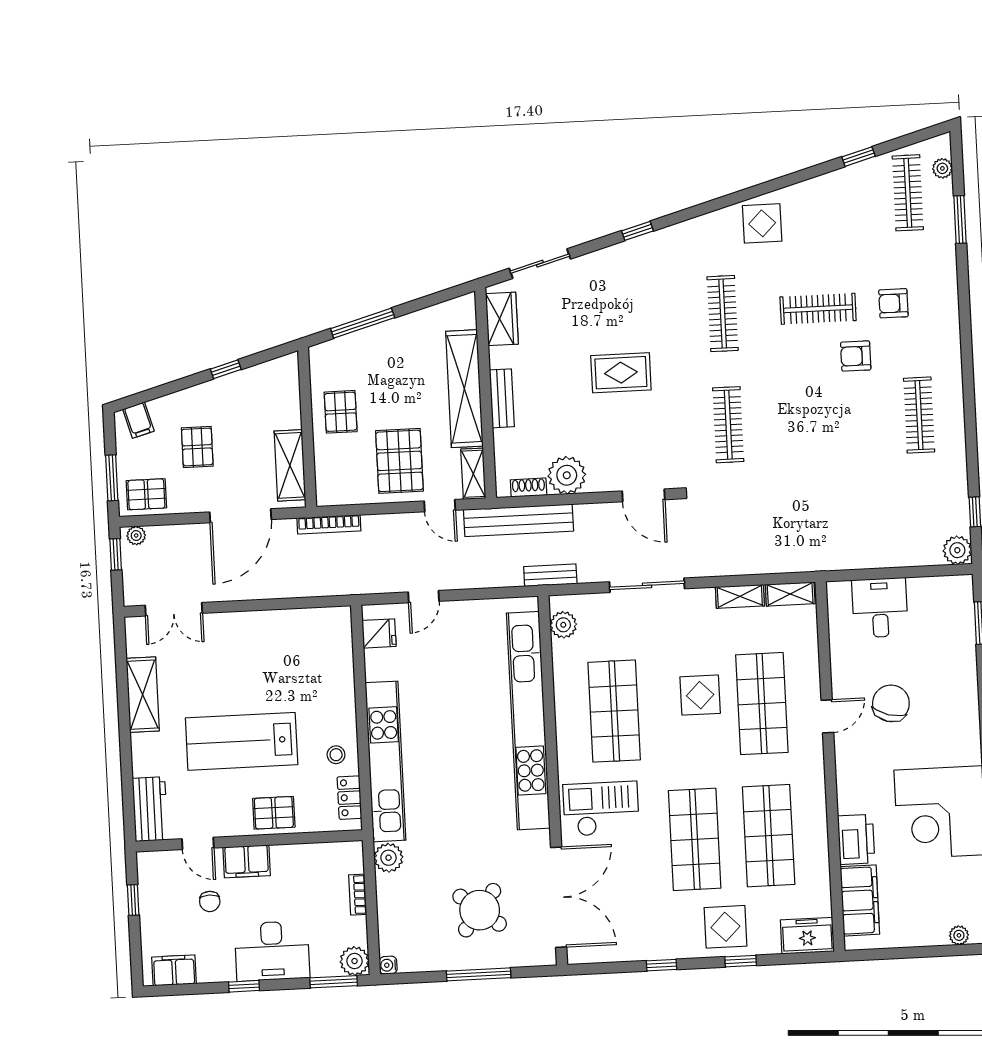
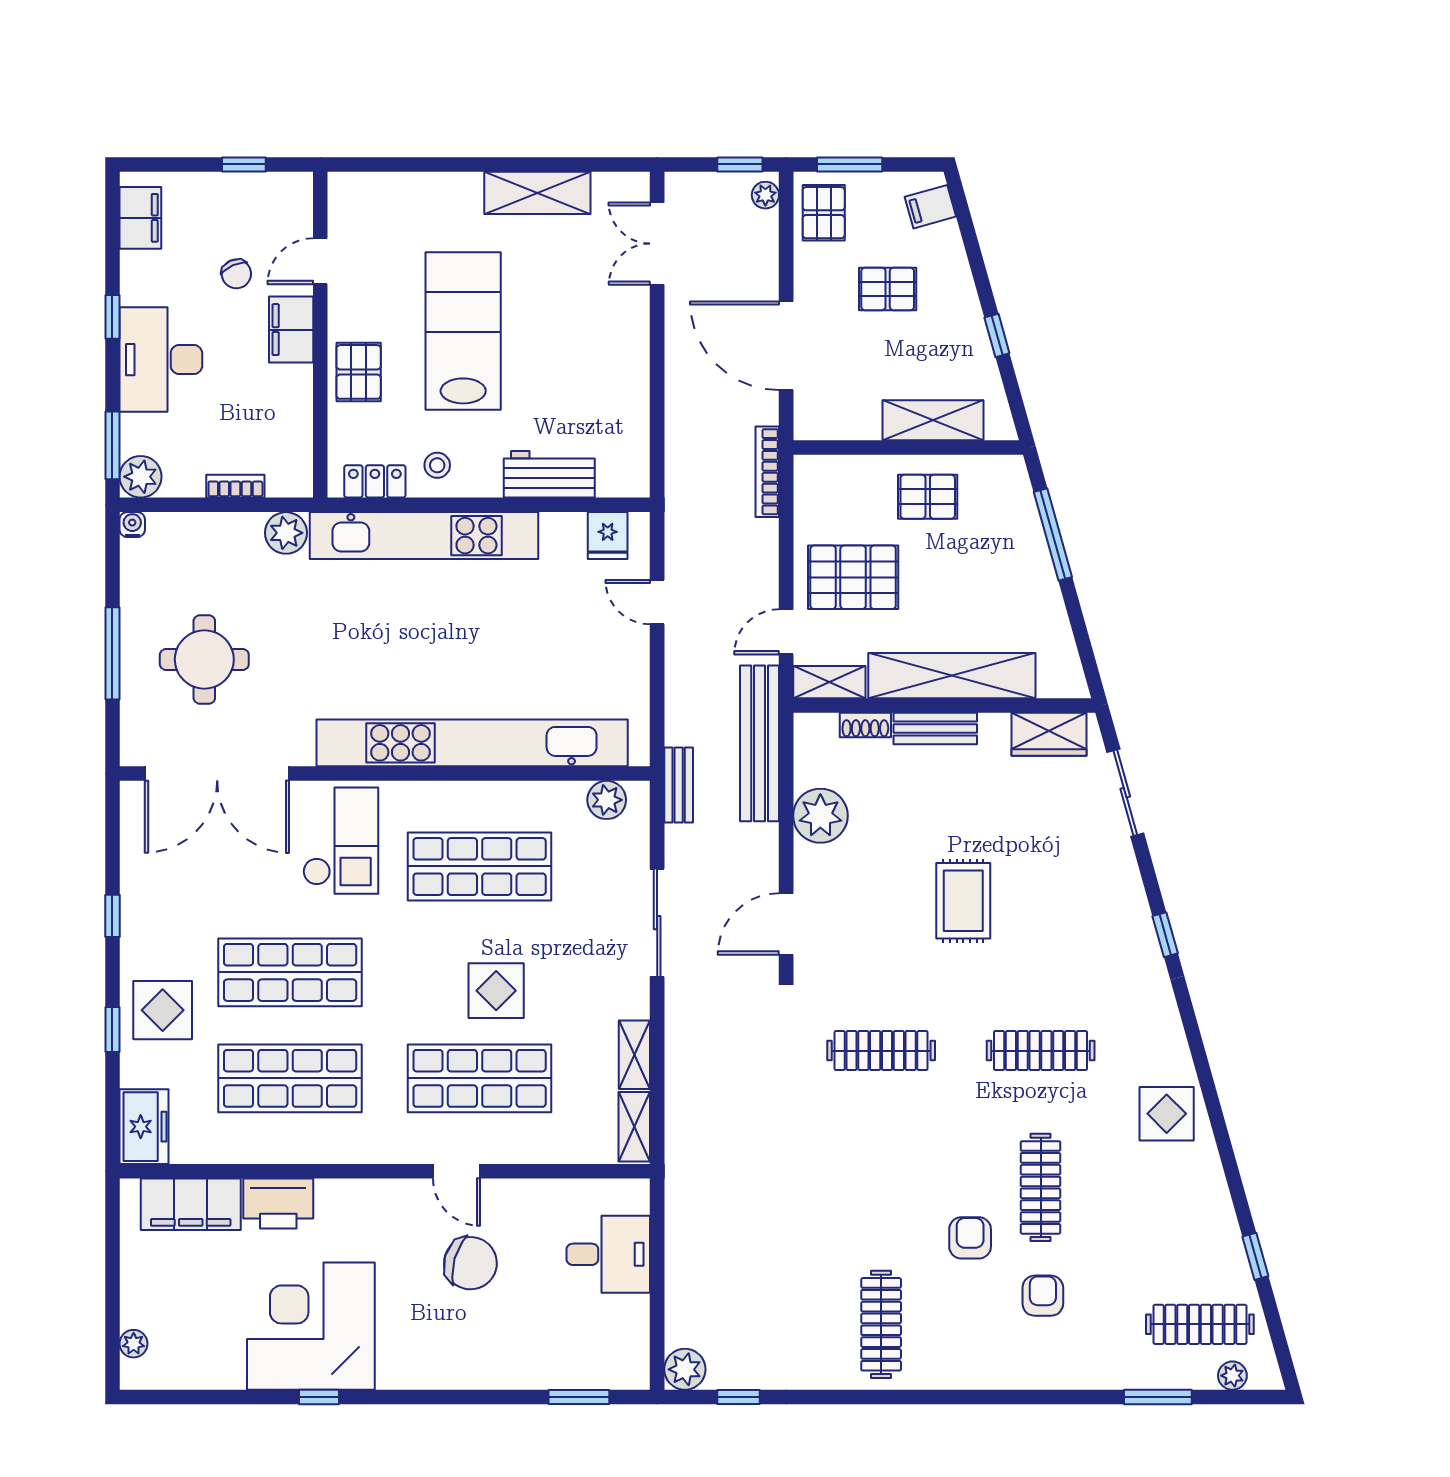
clothes rail: (919, 415) -> (881, 1324), turned 90
shelving: (290, 465) -> (933, 420), moved
shoe rack: (529, 487) -> (865, 725), moved, turned 90
workbench: (150, 809) -> (549, 474), moved, turned 180
chair: (210, 901) -> (236, 274), turned -114
round table: (480, 910) -> (204, 659), turned -38

